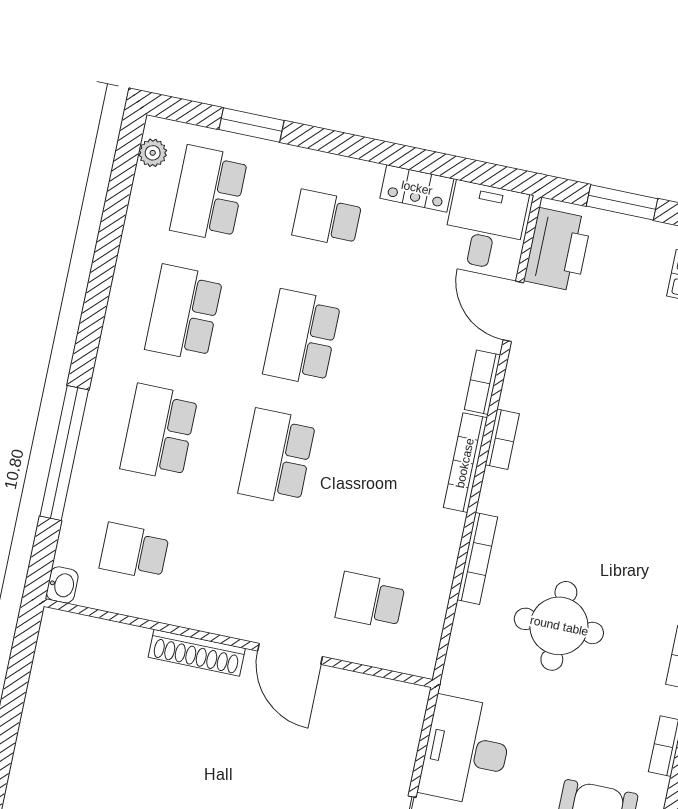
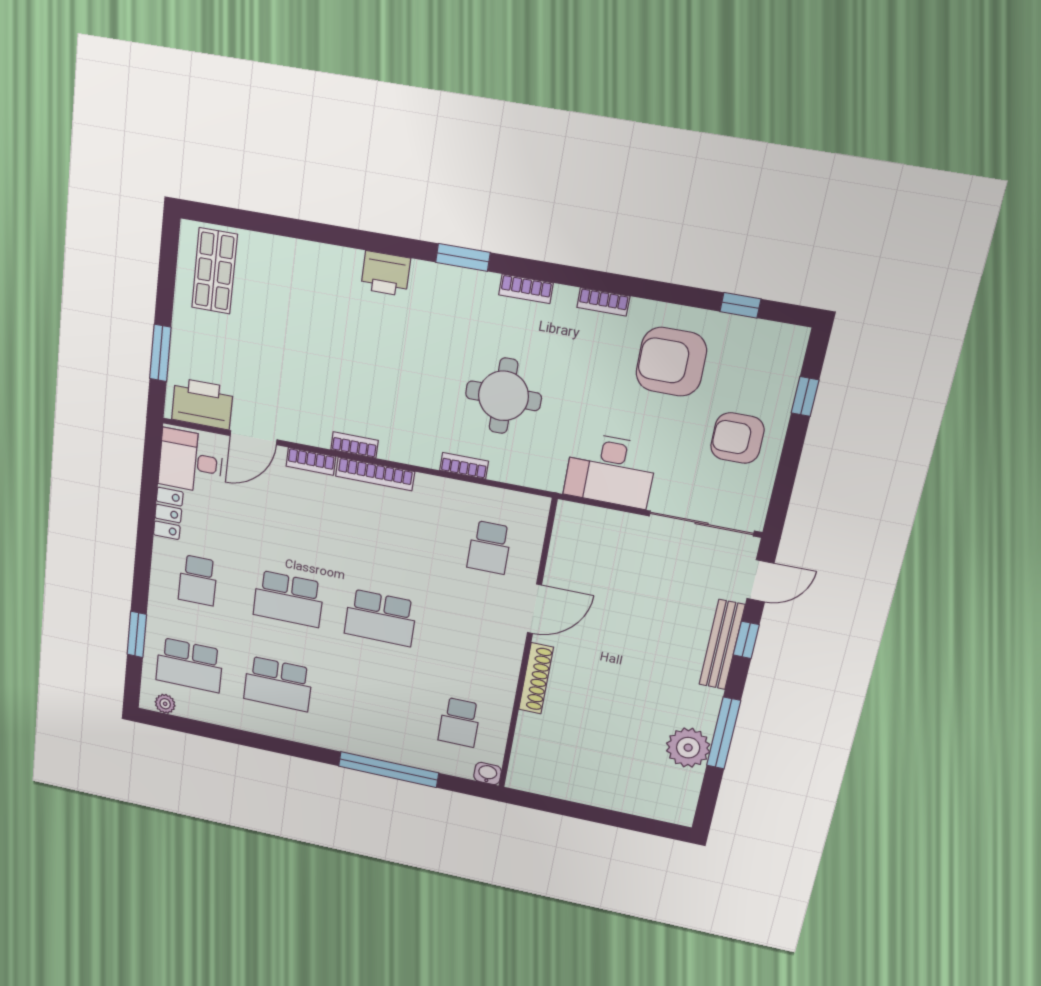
school desk: (159, 432) -> (368, 703), removed
bookcase: (477, 558) -> (464, 466), width x0.64

